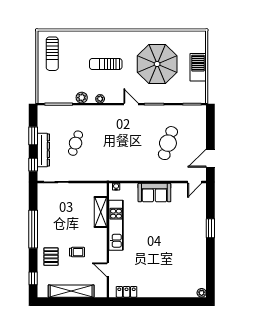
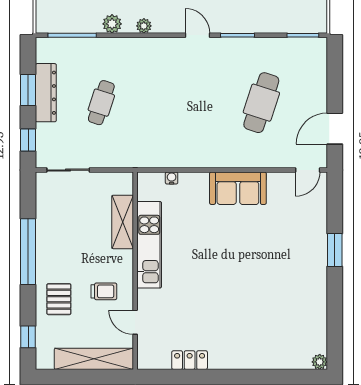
dresser: (43, 150) -> (46, 93), moved
shelving: (101, 212) -> (123, 222), moved
kitchen unit: (116, 225) -> (149, 245), moved
wall: (108, 240) -> (135, 271), moved
door: (108, 270) -> (135, 322), moved

